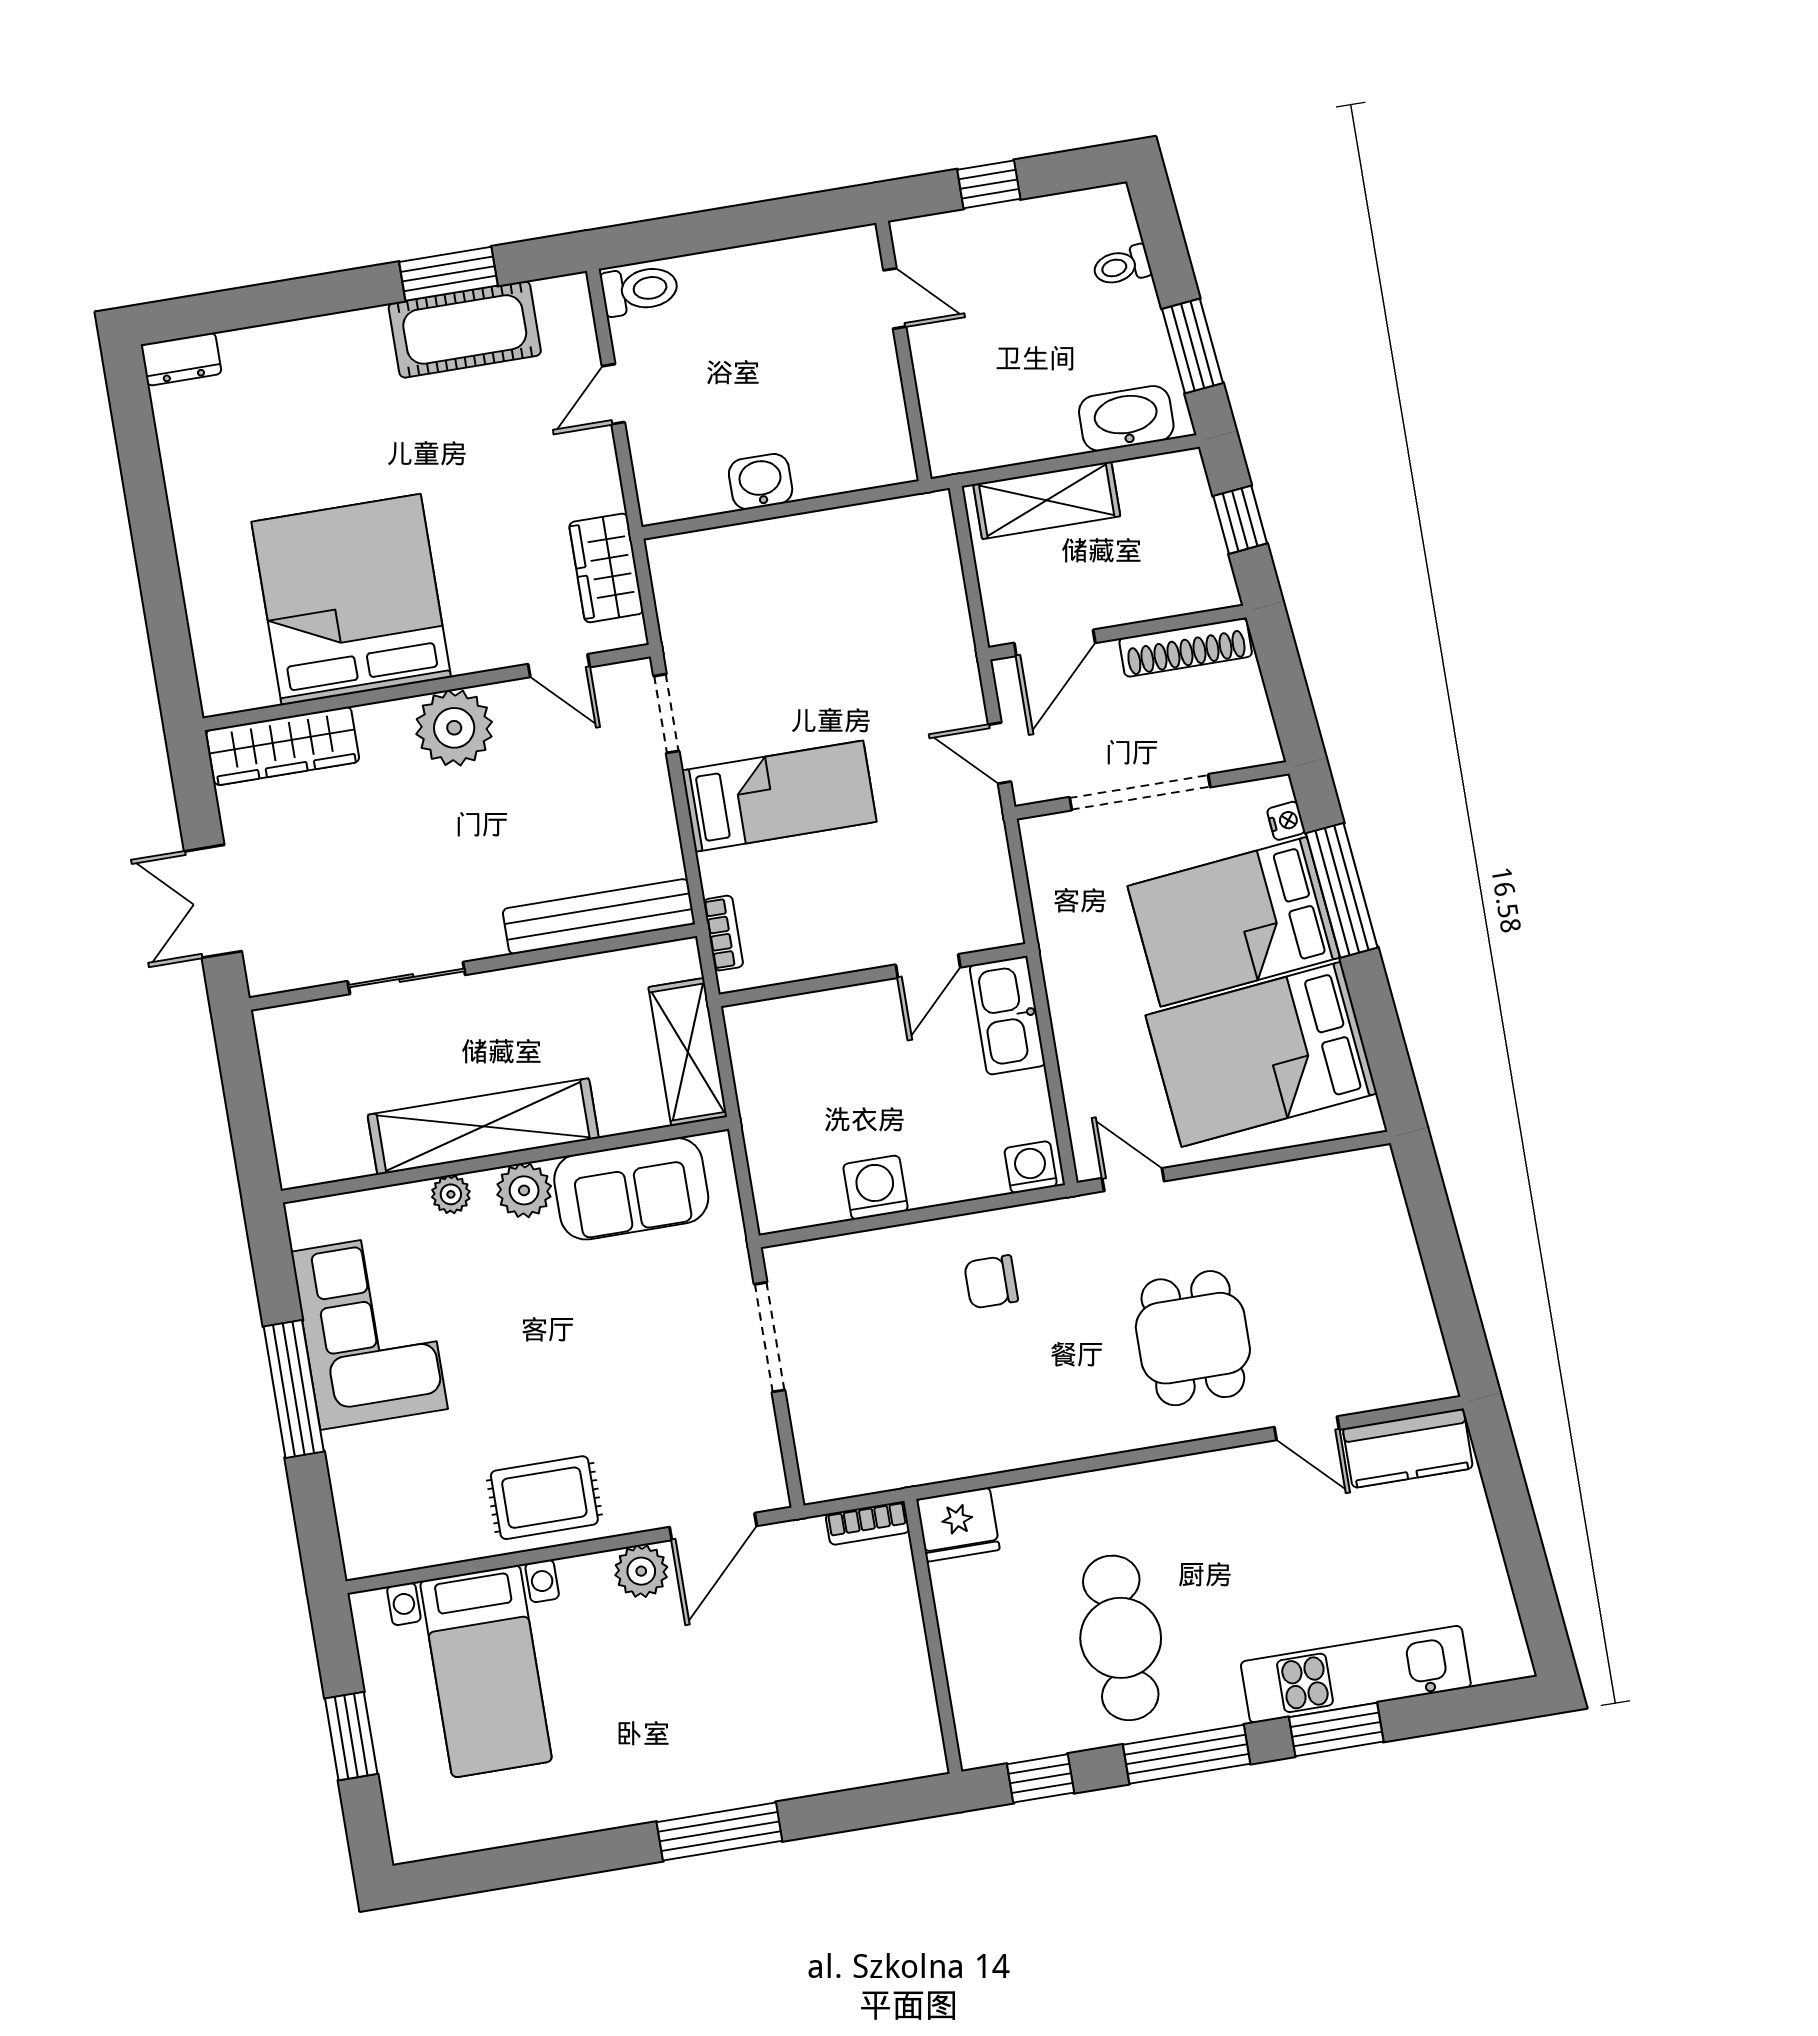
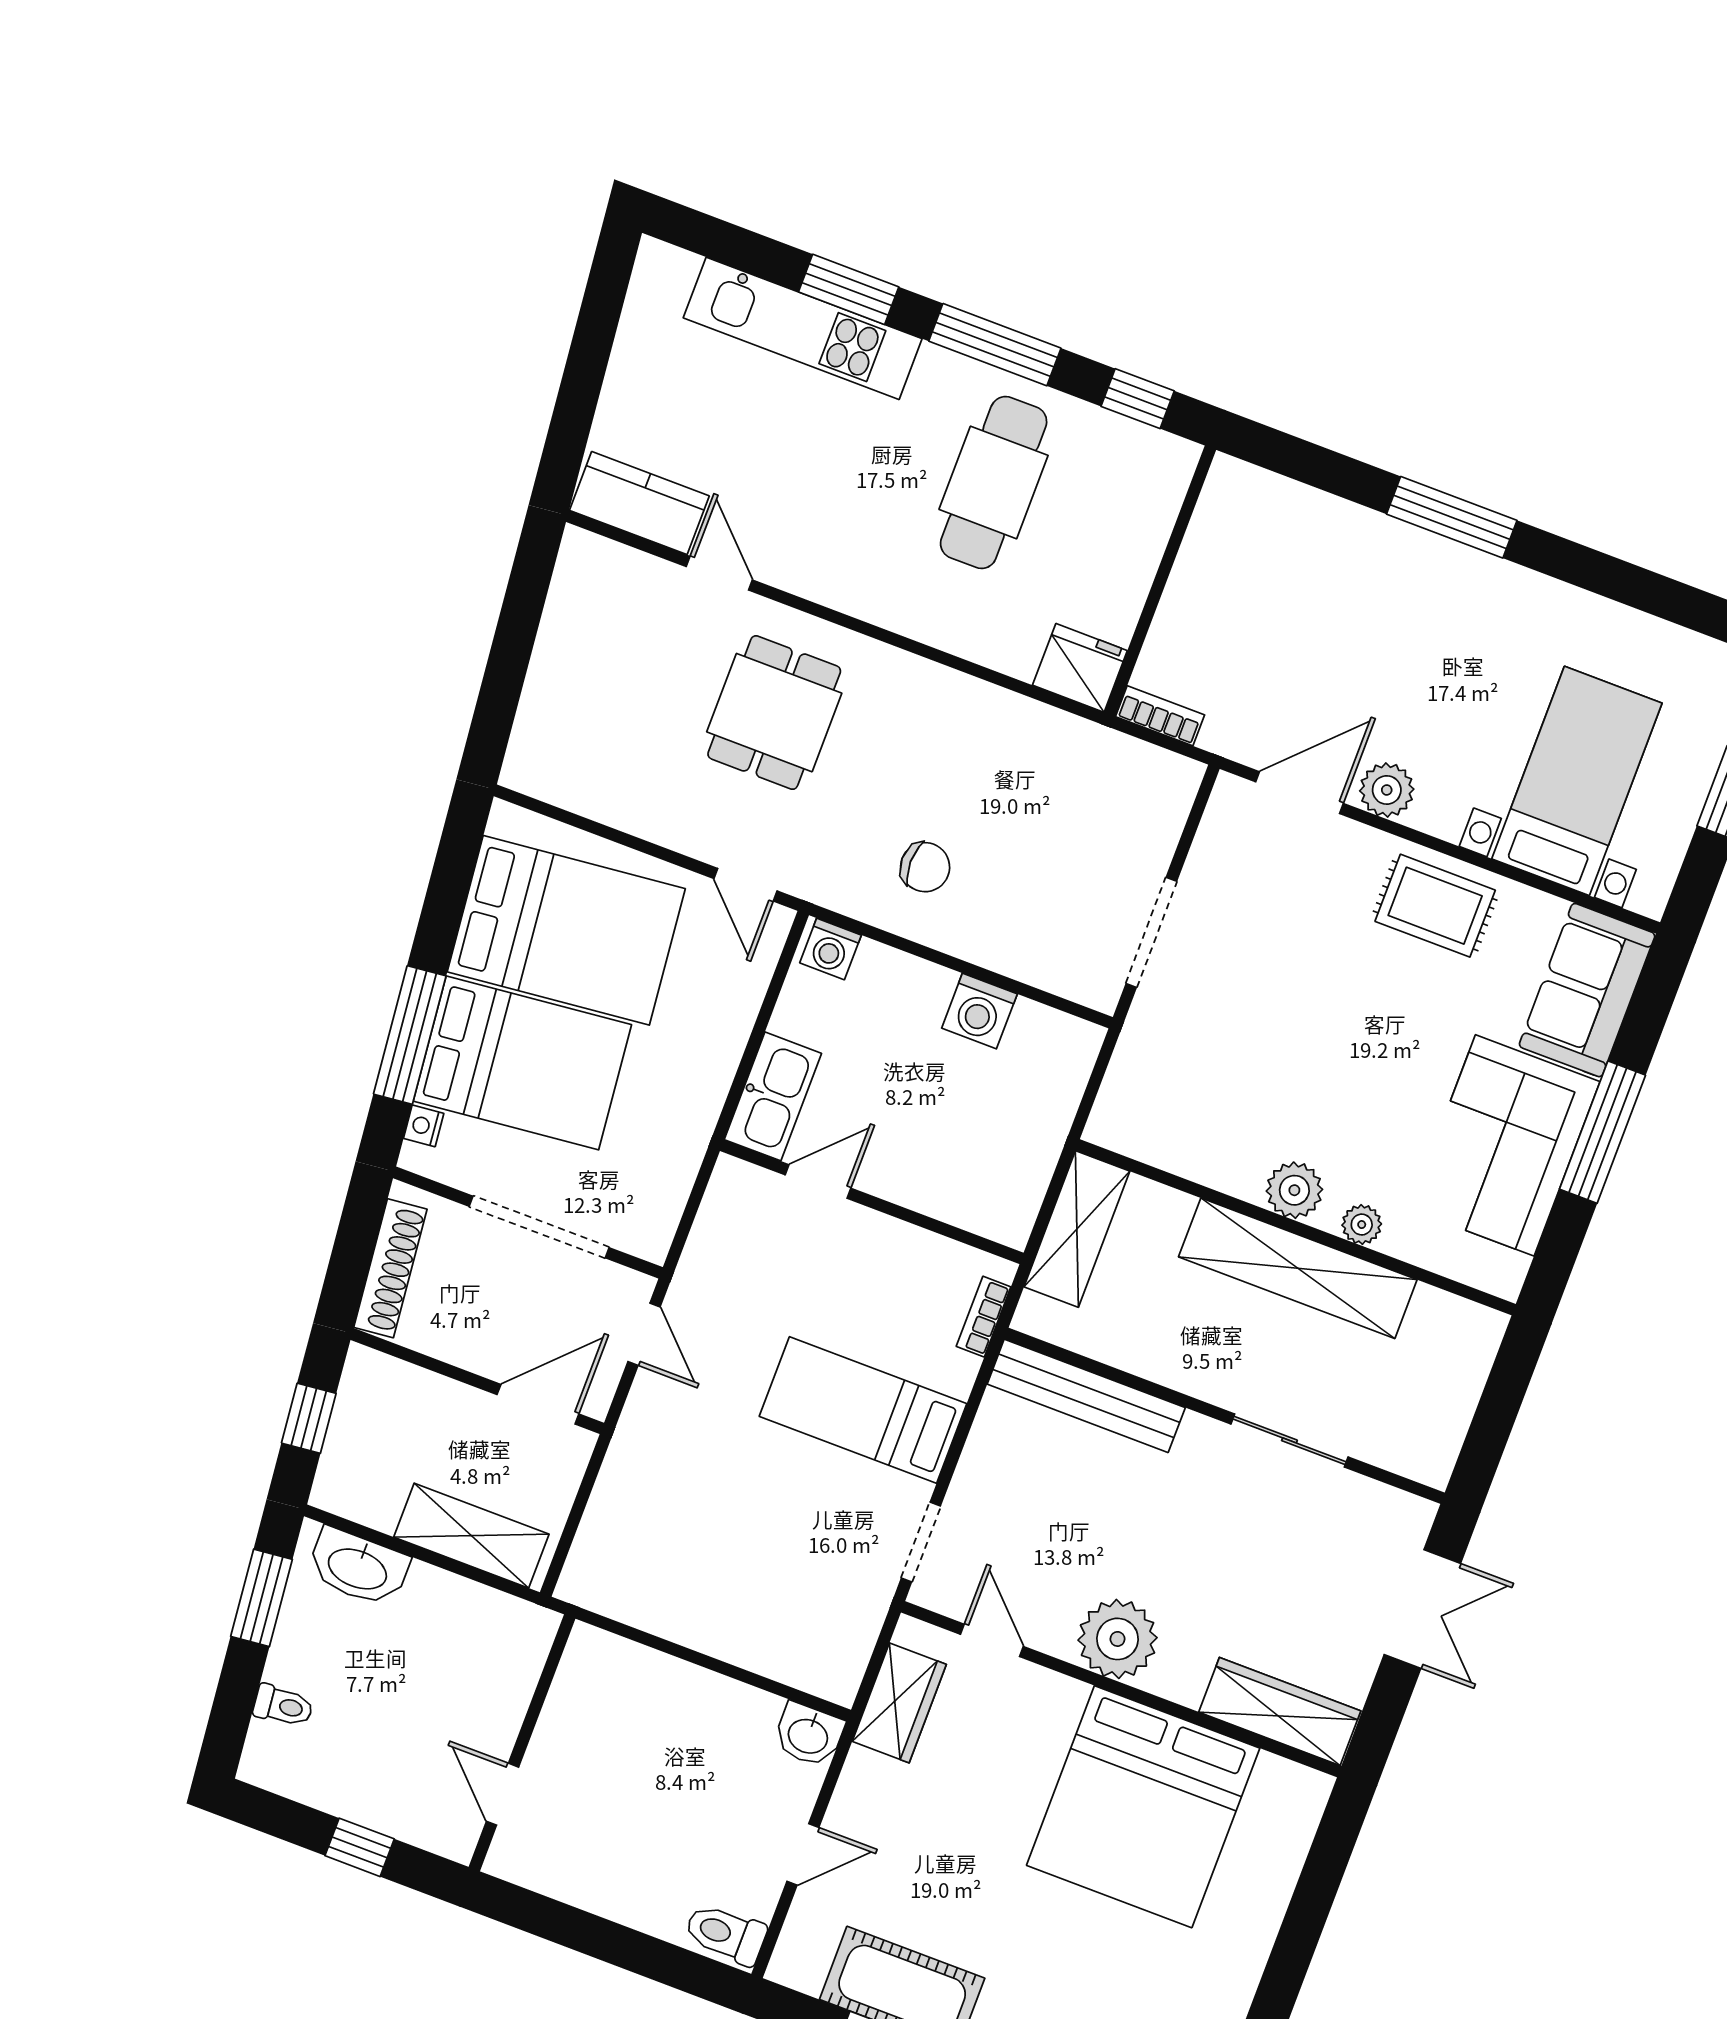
washbasin: (761, 482) -> (808, 1735), moved
shoe rack: (1186, 647) -> (390, 1268), moved, turned 84
sofa: (631, 1189) -> (1587, 990), moved, turned -90

